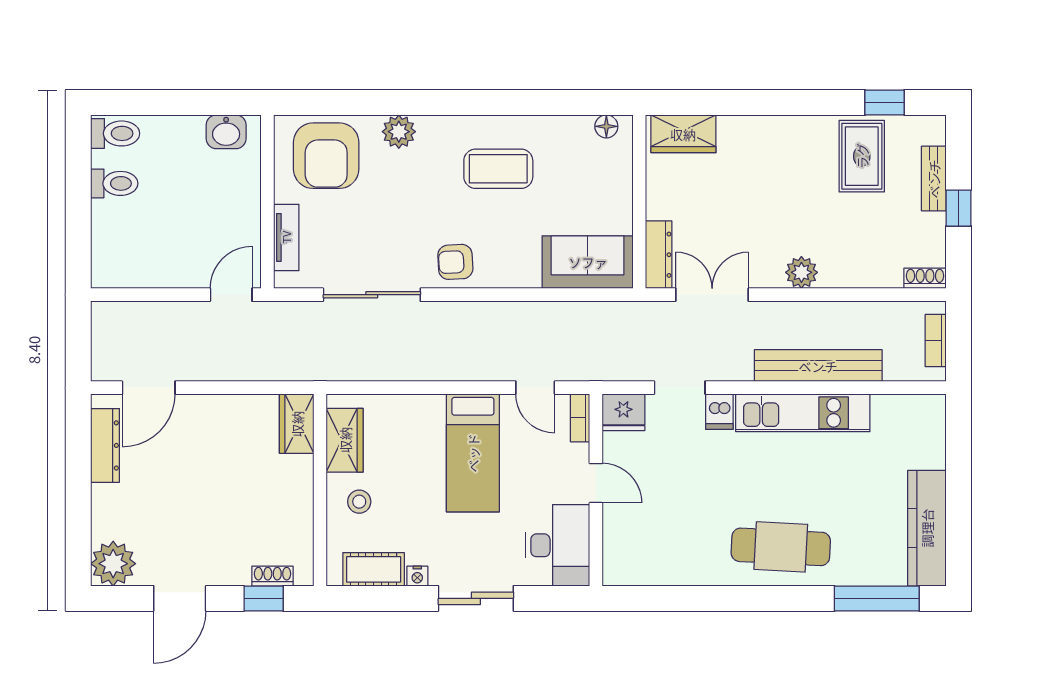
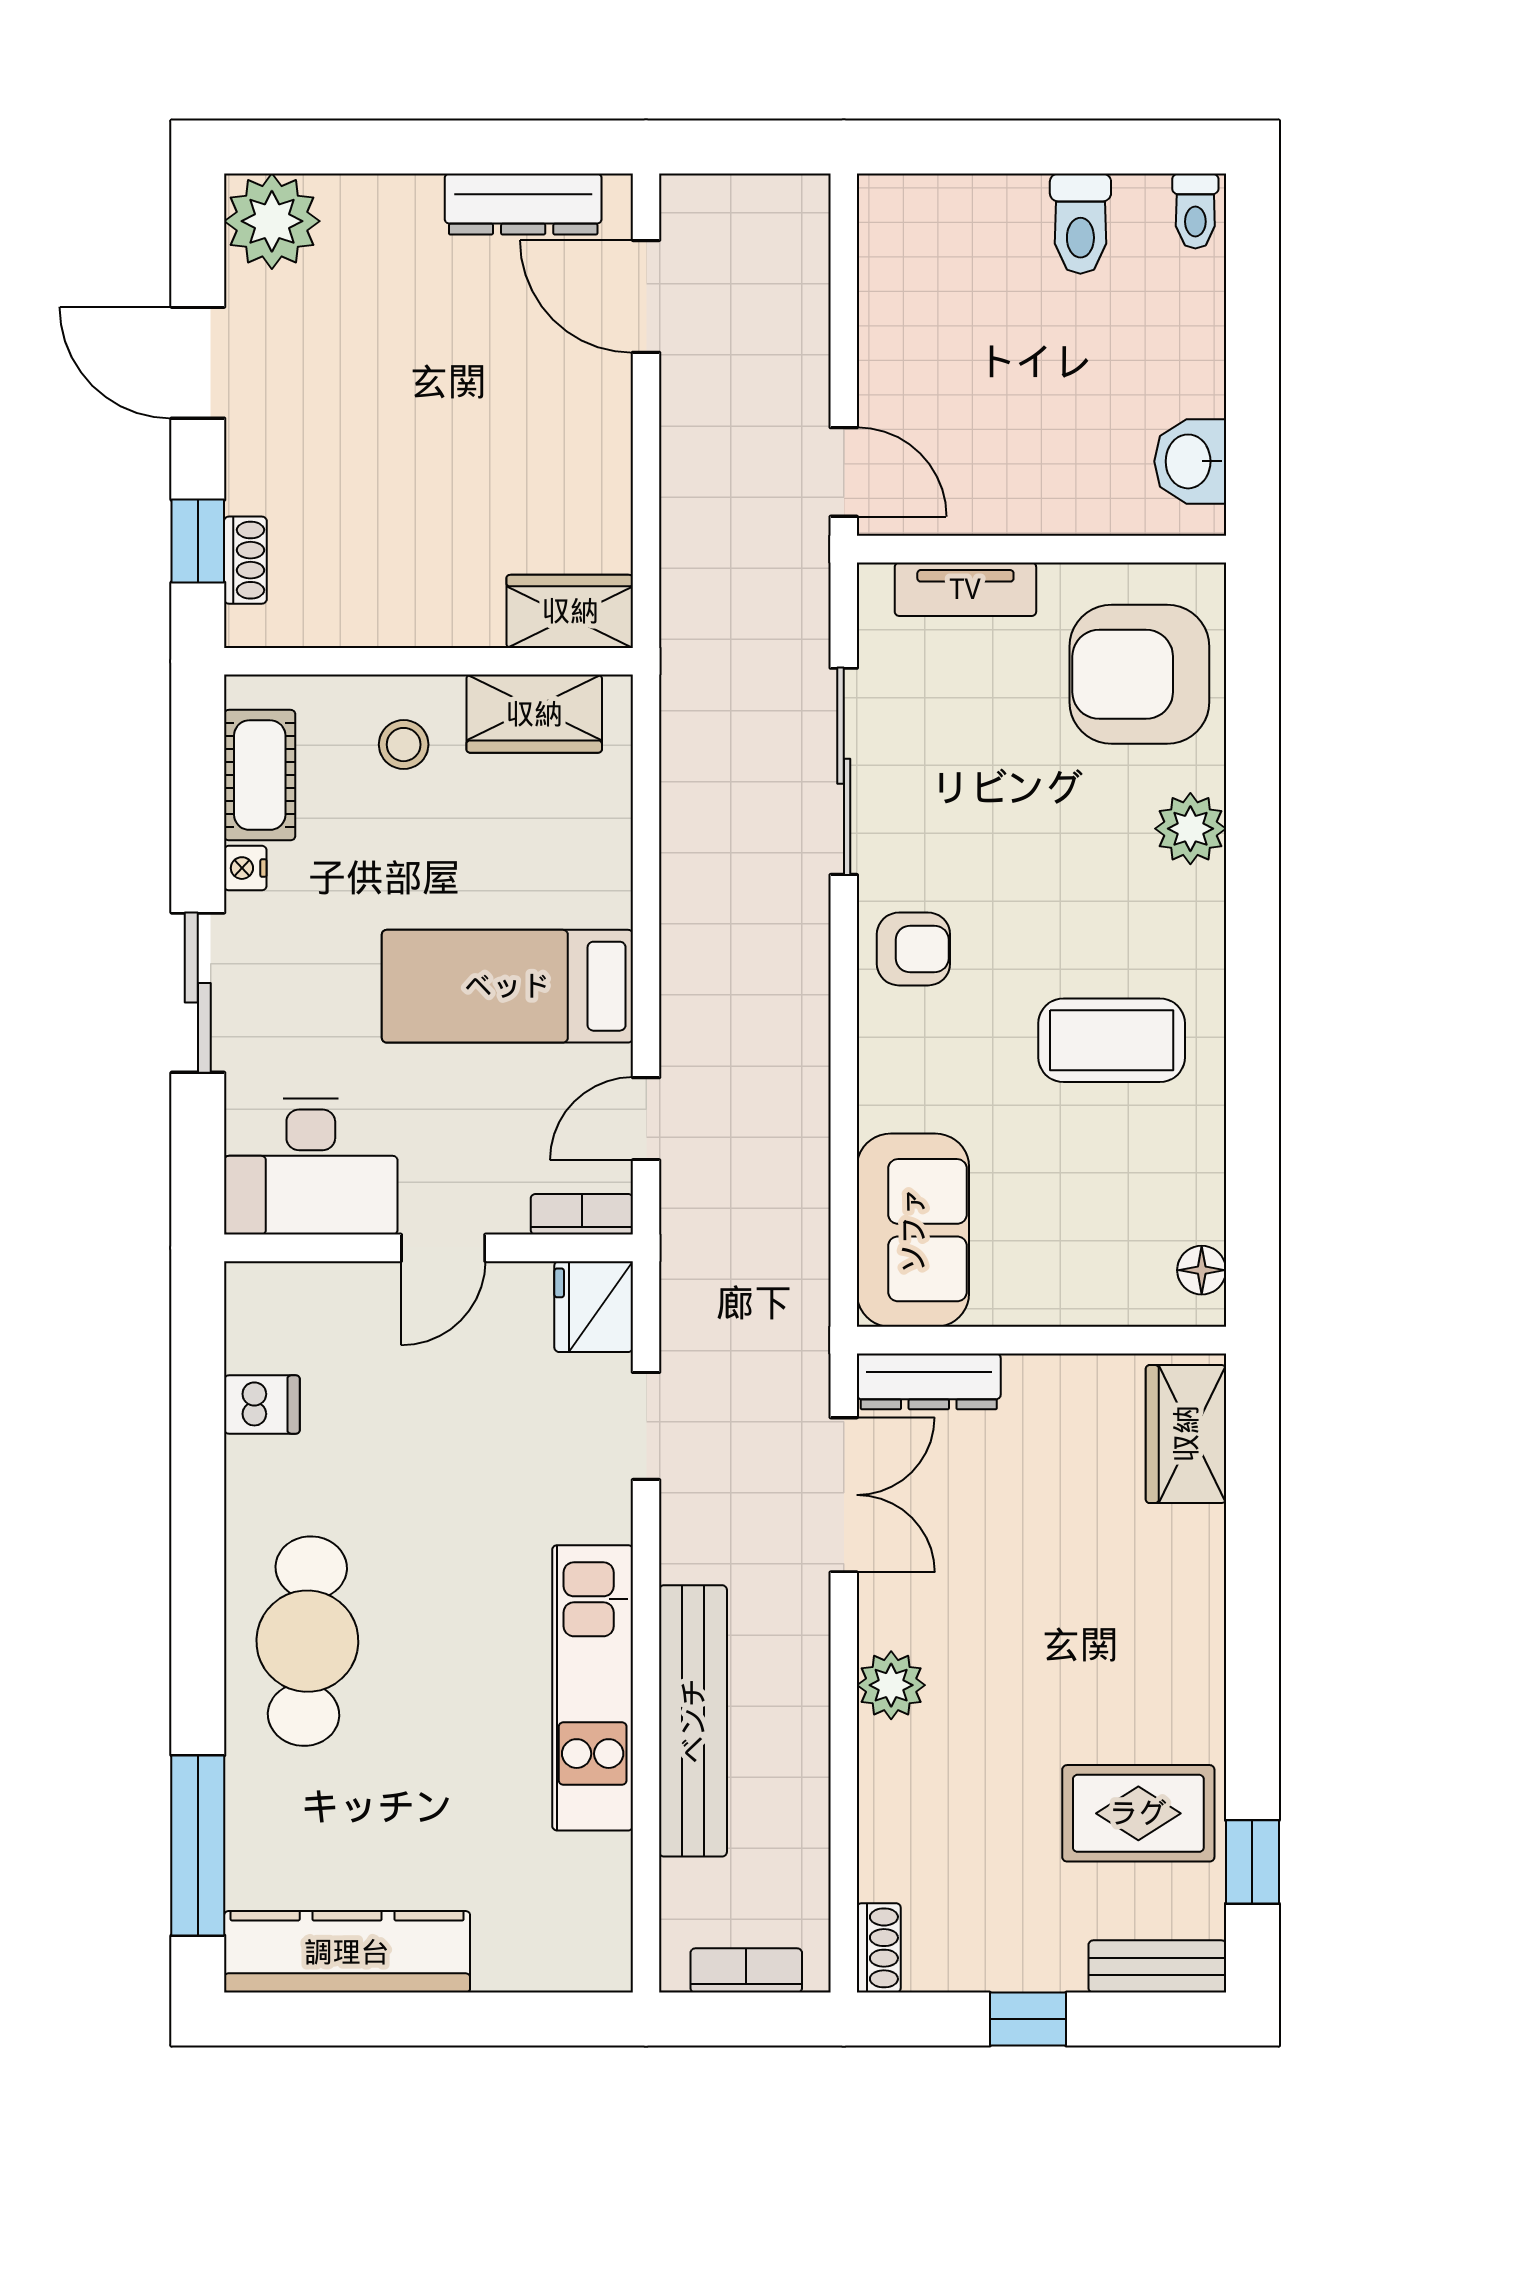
toilet: (115, 133) -> (1195, 211), width x0.73, depth x0.72
coffee table: (498, 169) -> (1112, 1040), turned 90
bench: (934, 179) -> (1157, 1966), moved
armchair: (455, 262) -> (913, 949), turned 93
dishwasher: (719, 412) -> (262, 1405), moved, turned 180

